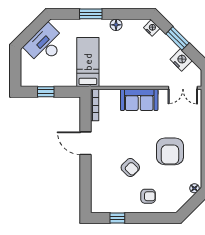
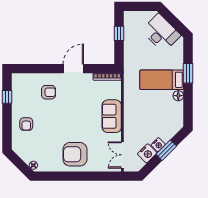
nightstand: (152, 28) -> (158, 145), moved
bed: (88, 62) -> (162, 80), moved, turned 180
armchair: (170, 151) -> (75, 154), moved
armchair: (130, 168) -> (49, 92), moved, turned -135

